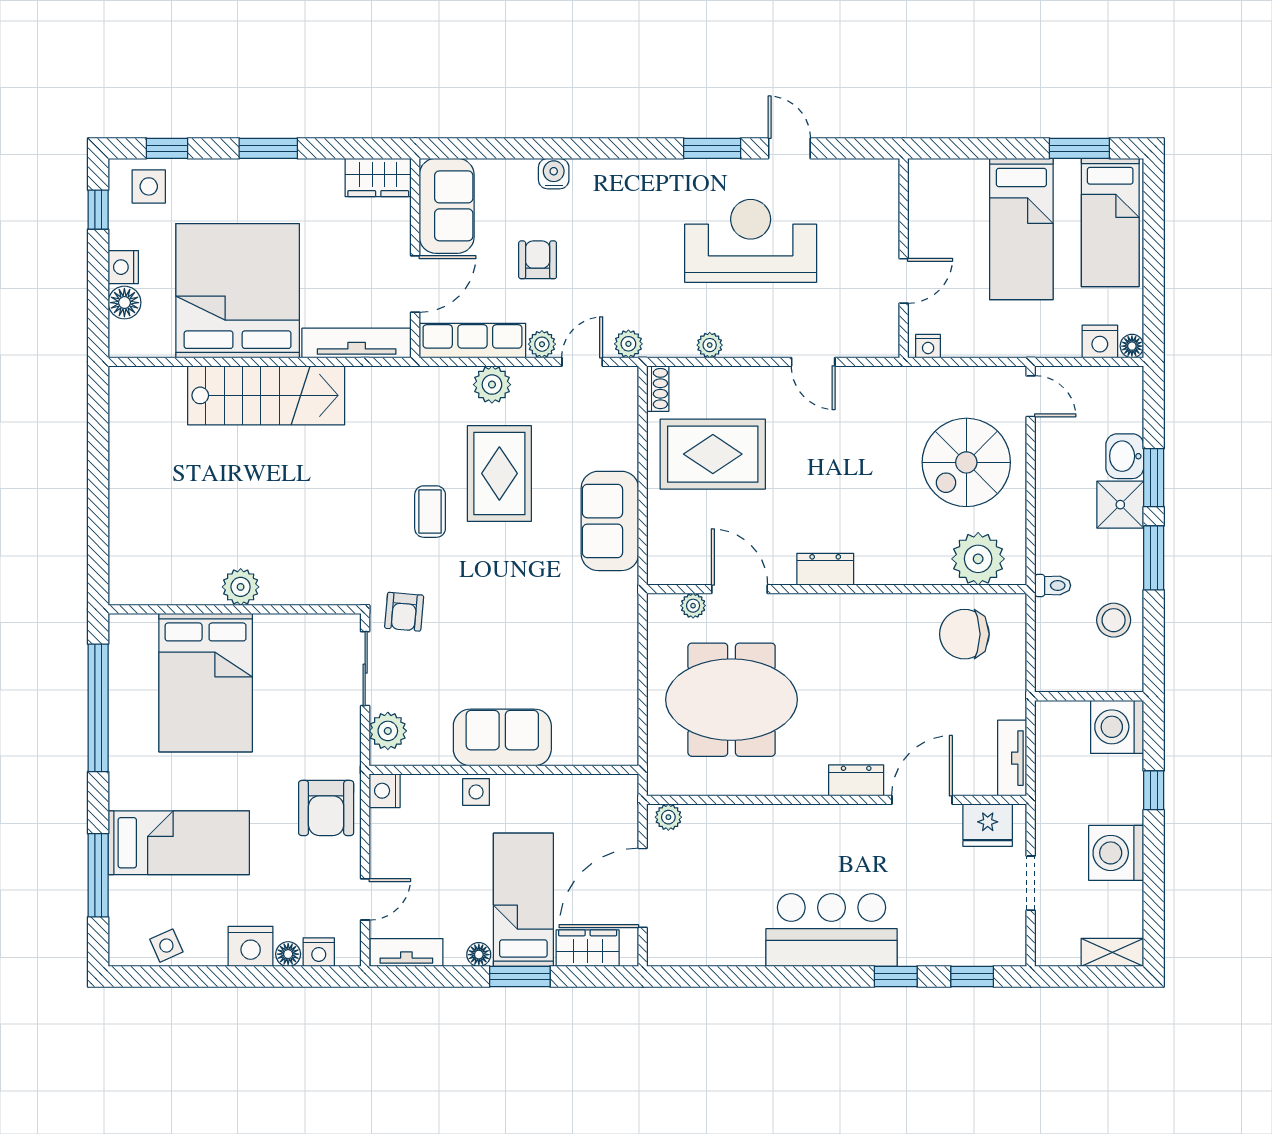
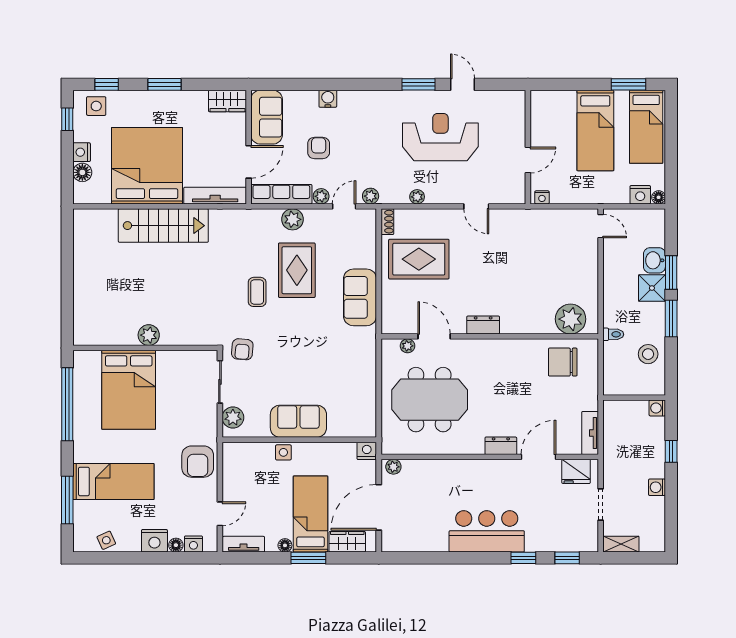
spiral stairs: (966, 462) -> (564, 264), removed
washing machine: (1117, 727) -> (657, 408), width x0.53, depth x0.53
nightstand: (385, 791) -> (367, 451), moved, turned 90
washing machine: (1116, 853) -> (657, 487), width x0.53, depth x0.53
shelving: (1112, 952) -> (621, 544), moved

